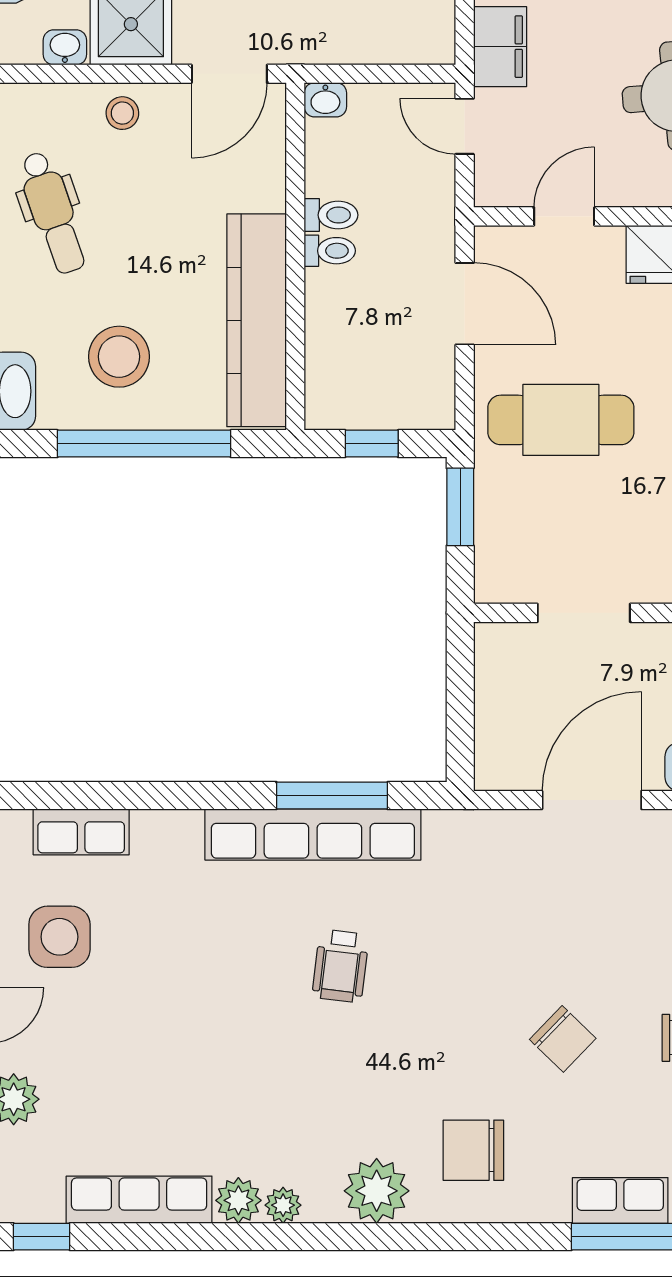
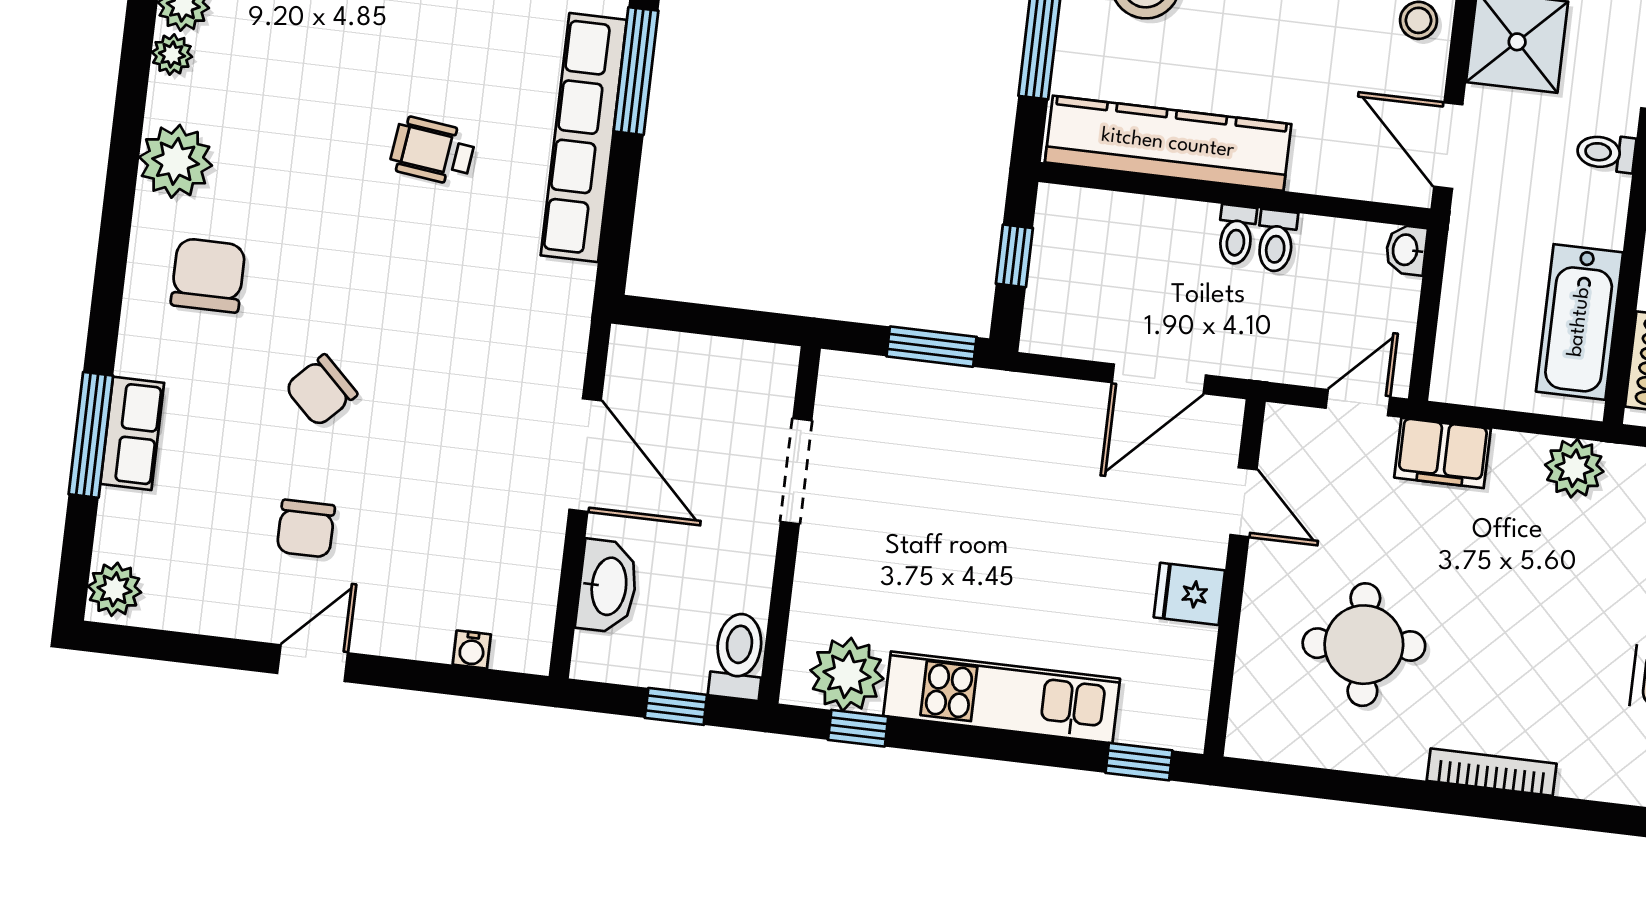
cafe table: (561, 420) -> (1016, 471), removed
window: (332, 796) -> (636, 71), moved

